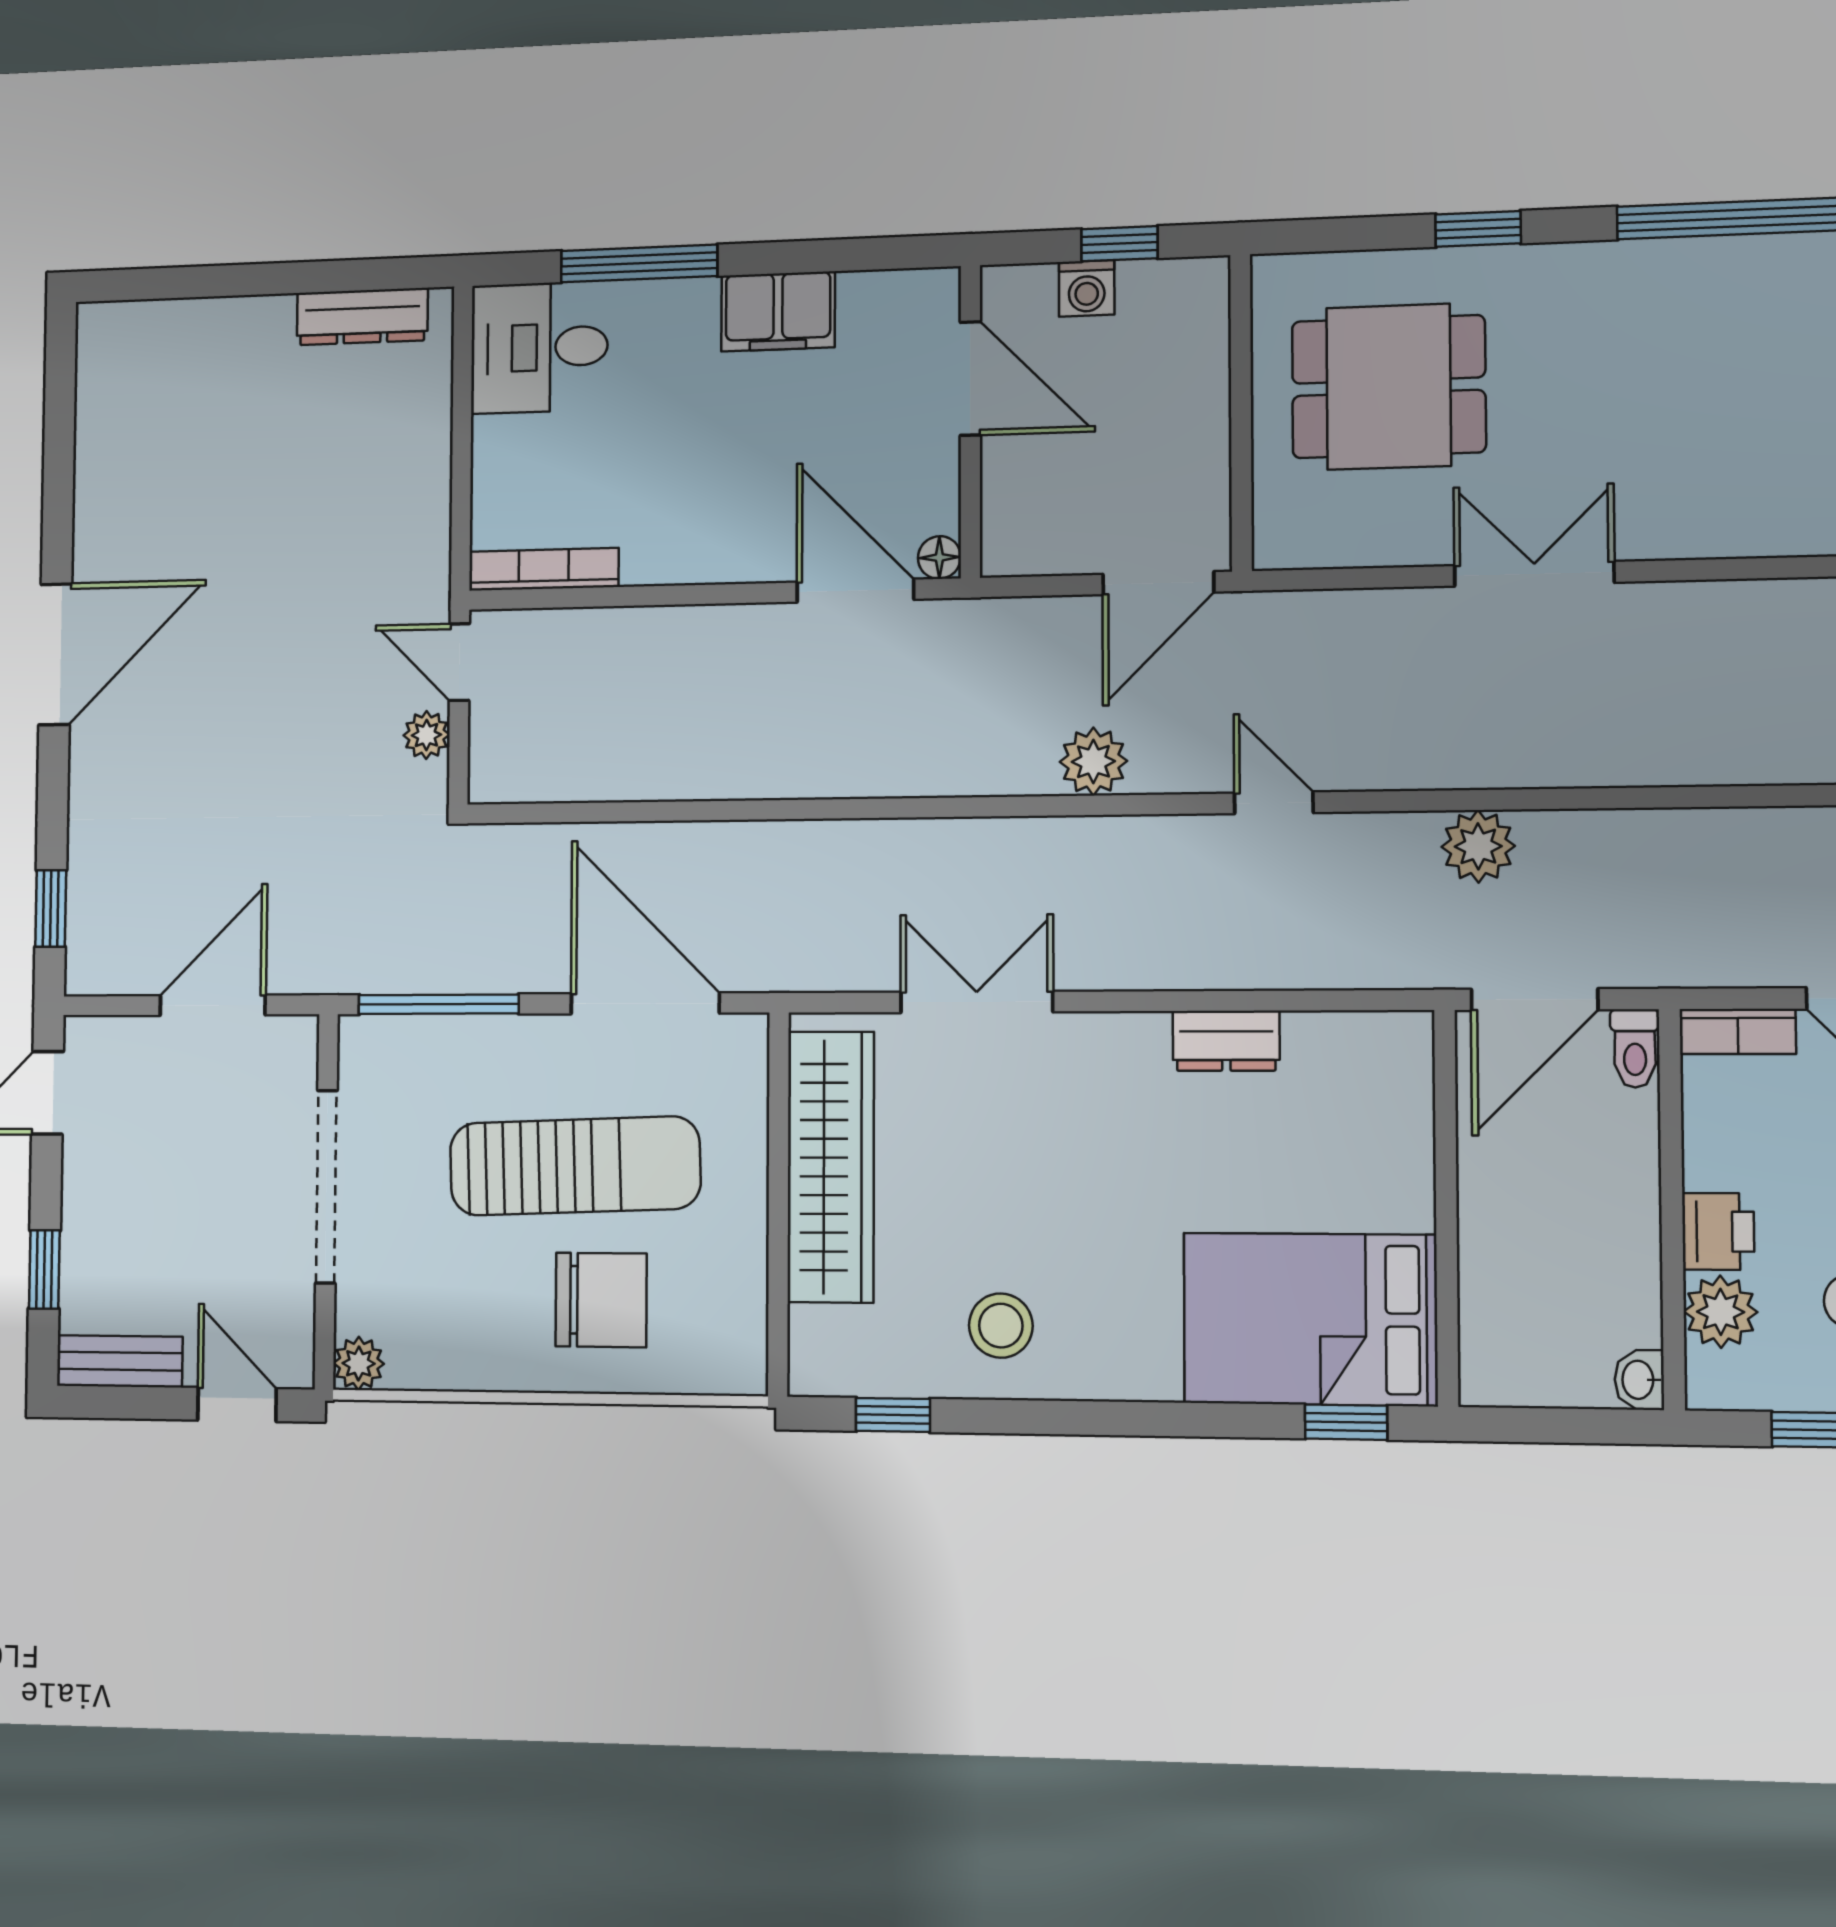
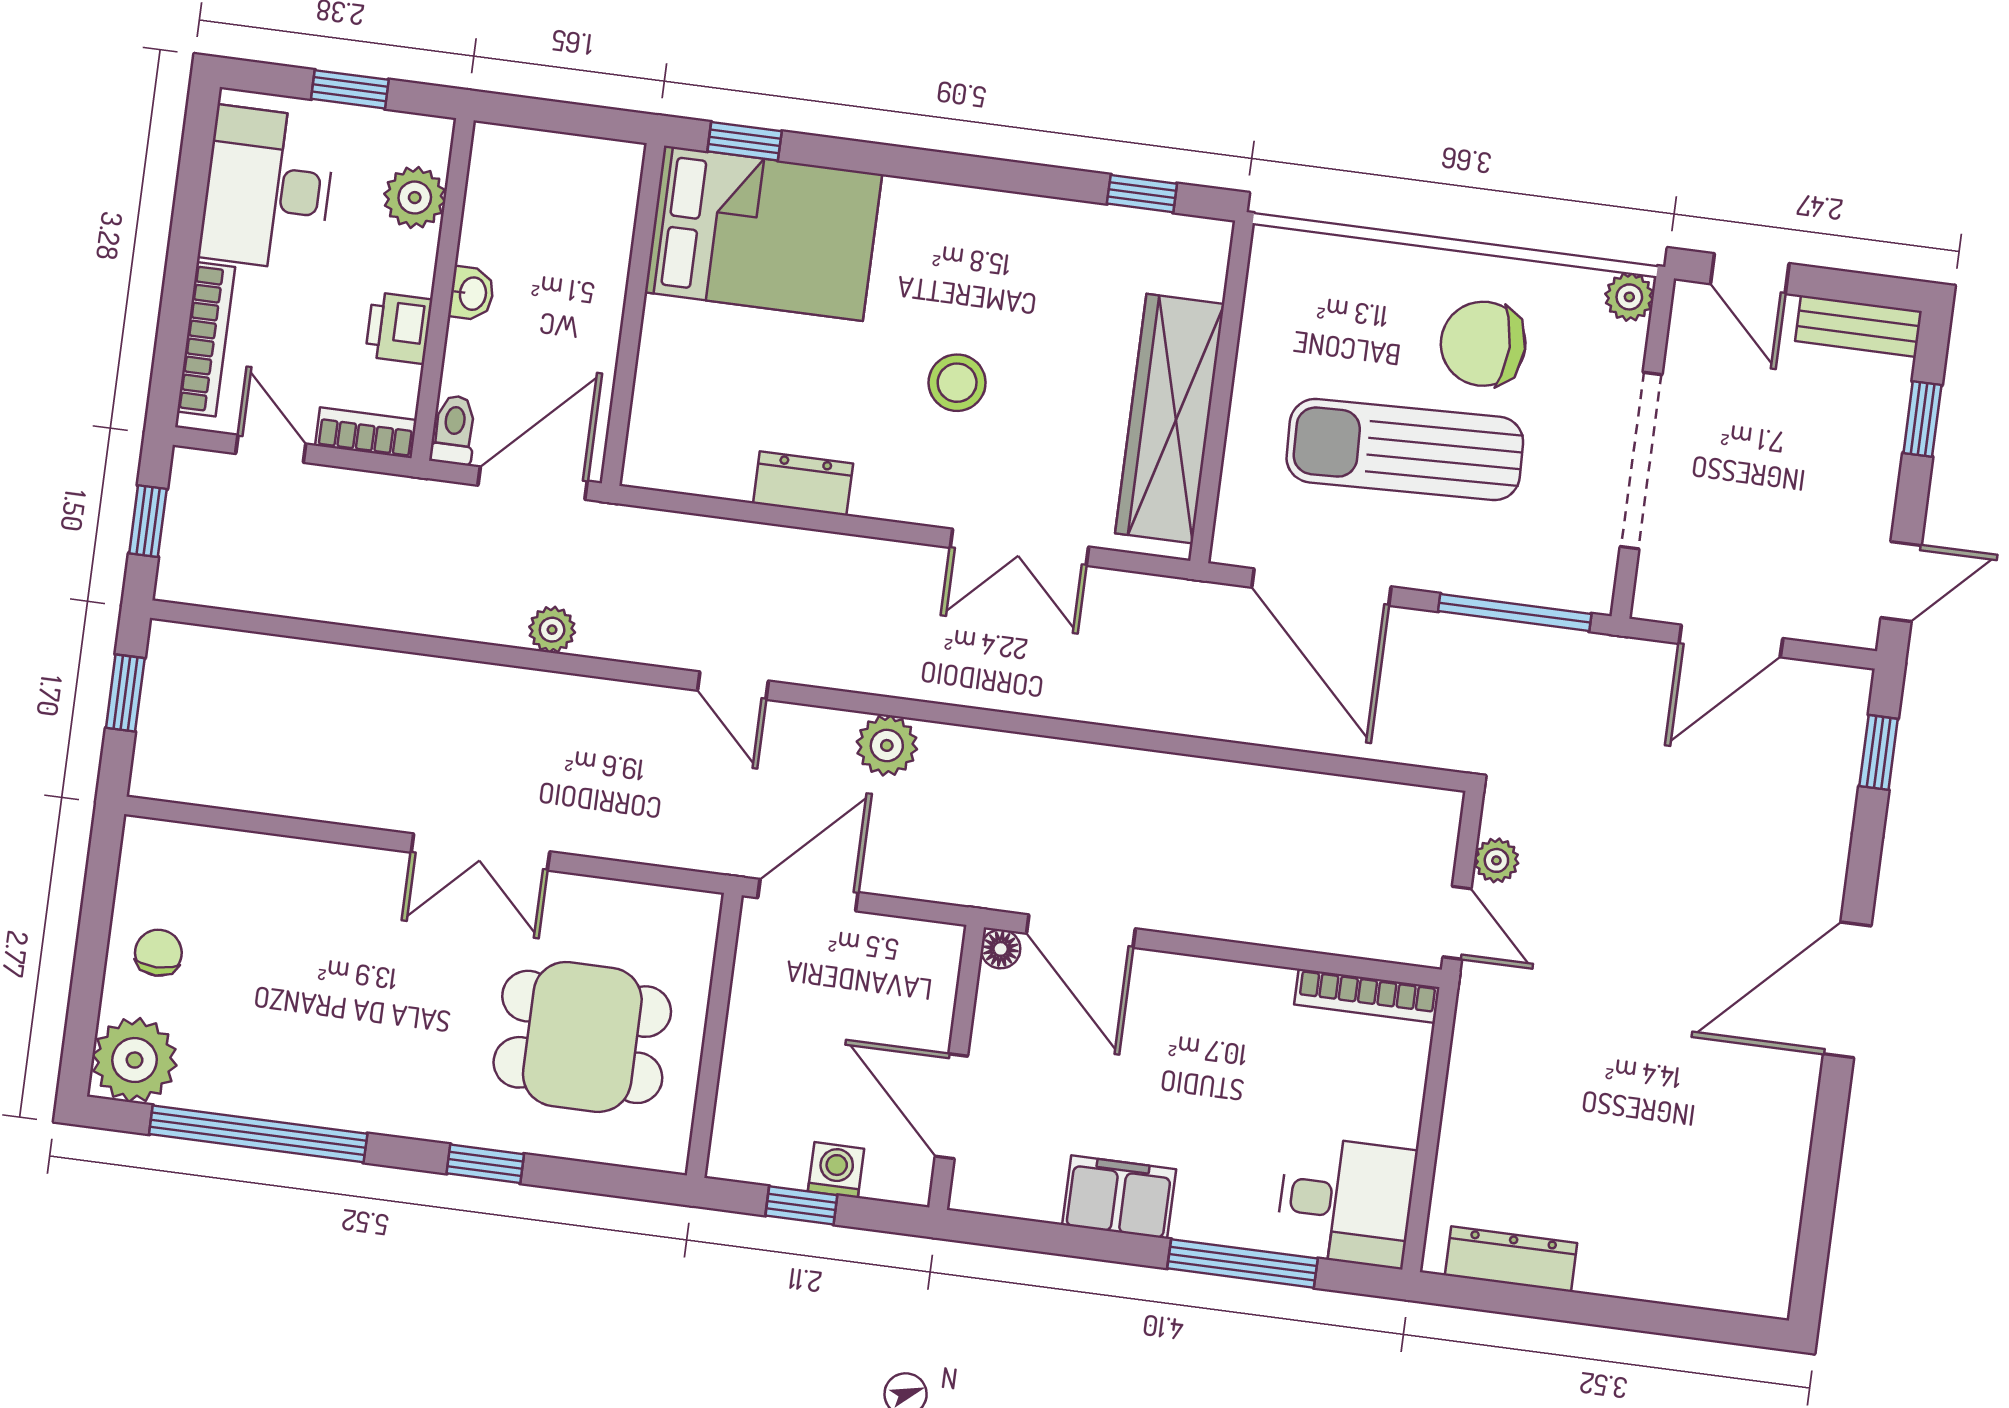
plant: (1478, 846) -> (552, 630), width x0.73, depth x0.73
printer: (1718, 1231) -> (399, 328), moved
chair: (601, 1300) -> (1483, 344), moved
stool: (1001, 1326) -> (957, 383), moved
washbasin: (1639, 1380) -> (472, 293), moved

